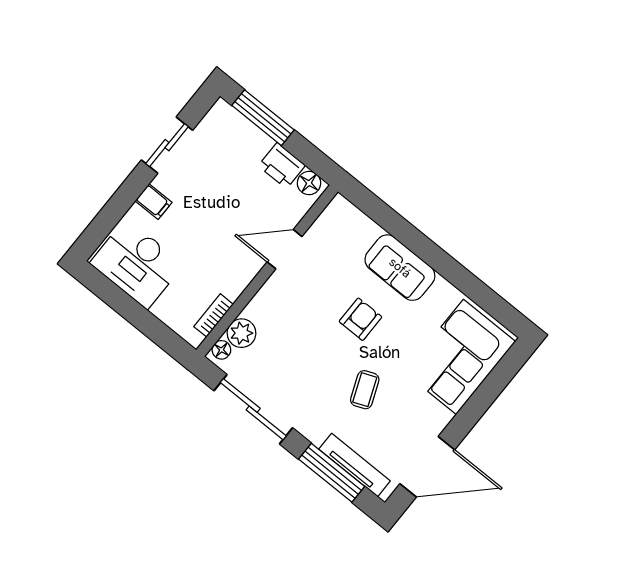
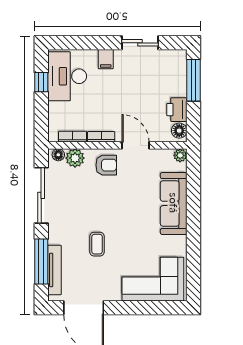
plant: (339, 206) -> (180, 155), added
sofa: (400, 268) -> (174, 203), width x1.36
bookcase: (241, 282) -> (101, 137), added
window: (119, 300) -> (41, 82), added
armchair: (360, 319) -> (106, 165), moved
coffee table: (365, 390) -> (97, 244), turned -68

